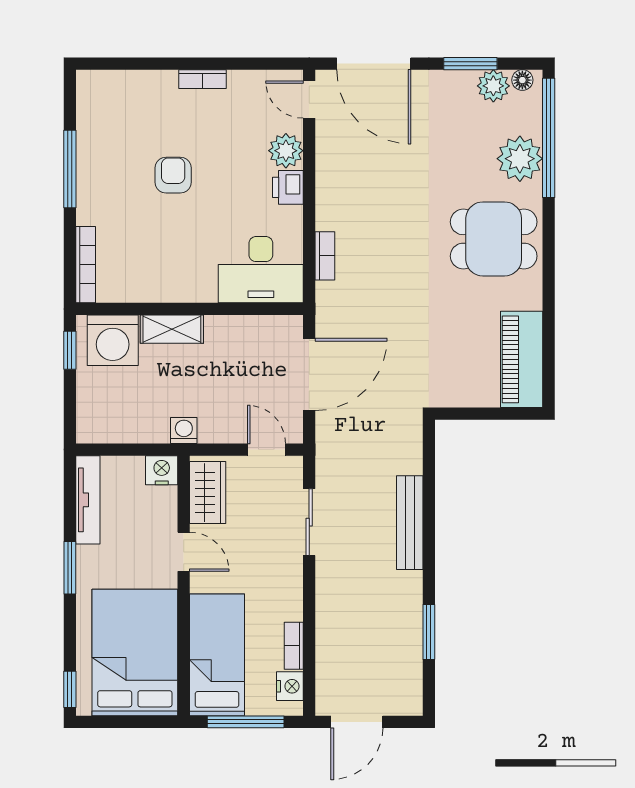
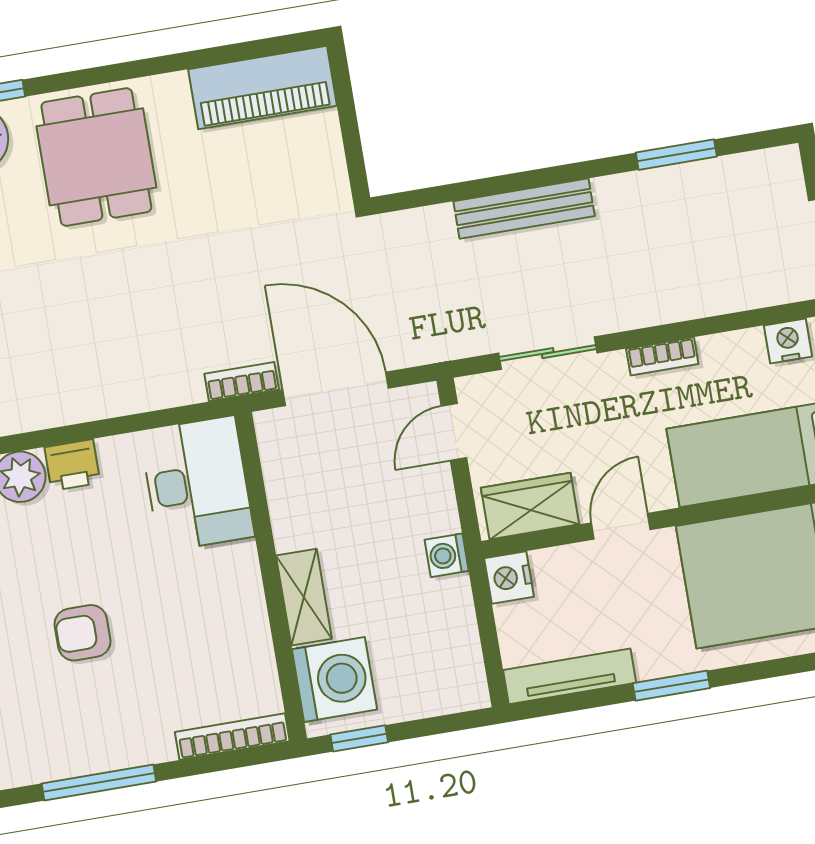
bookcase: (325, 256) -> (242, 382), moved
bookcase: (294, 646) -> (662, 356), moved

